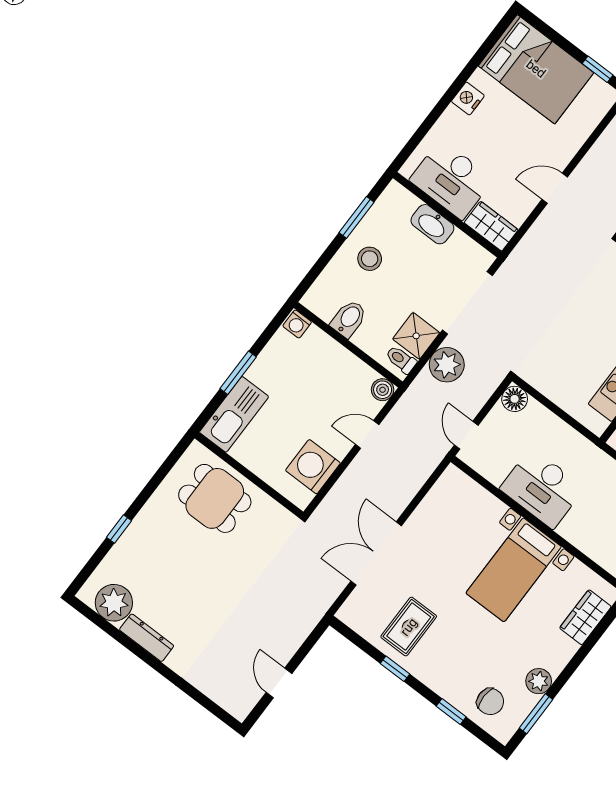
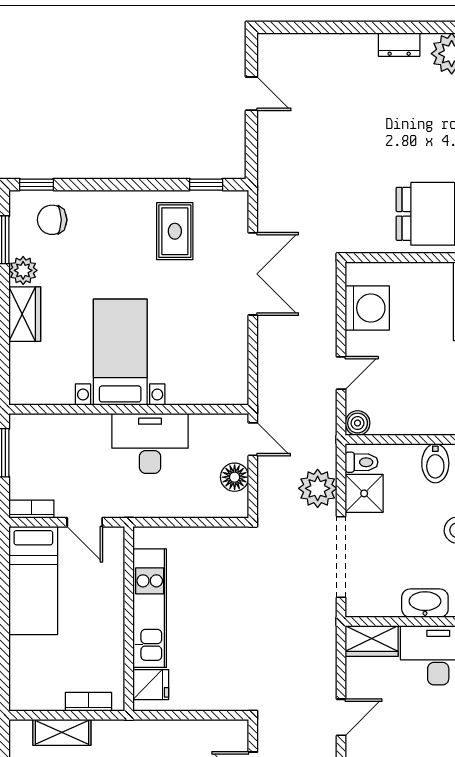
floor lamp: (515, 399) -> (235, 477), moved
wardrobe: (585, 617) -> (25, 314), moved
dresser: (147, 638) -> (399, 45), width x0.70
window: (395, 669) -> (206, 185), moved
window: (451, 711) -> (37, 185), moved

